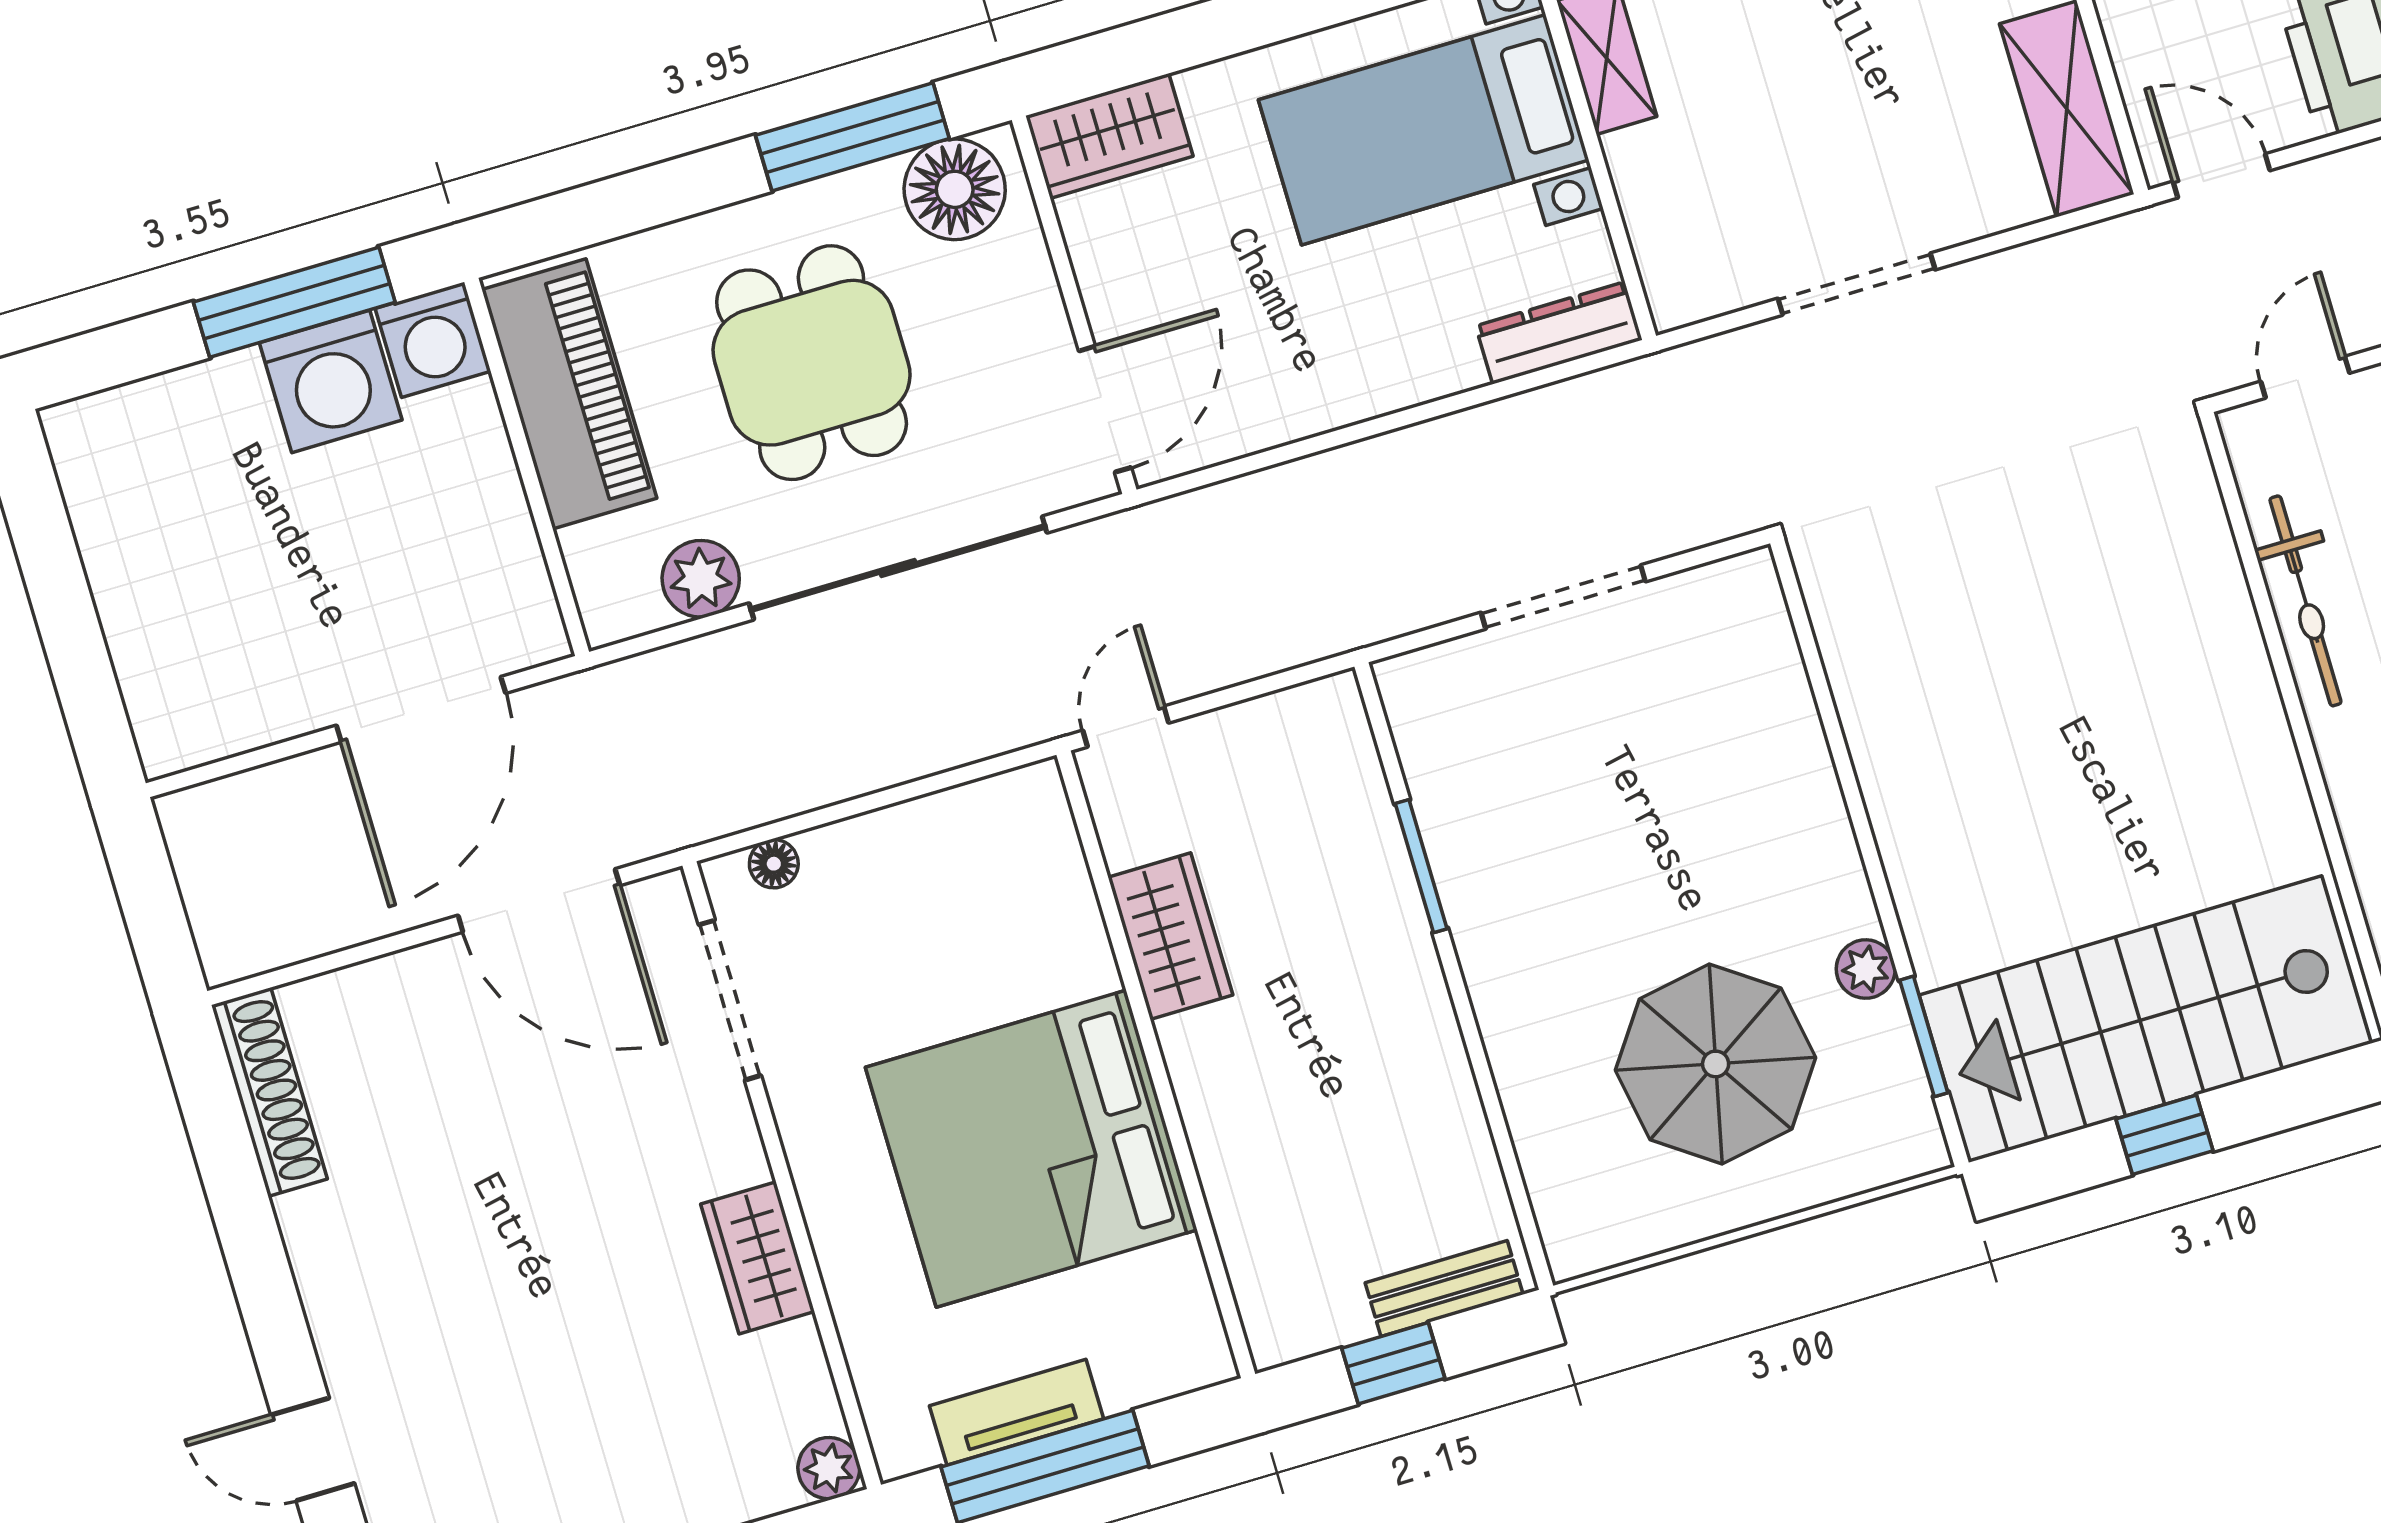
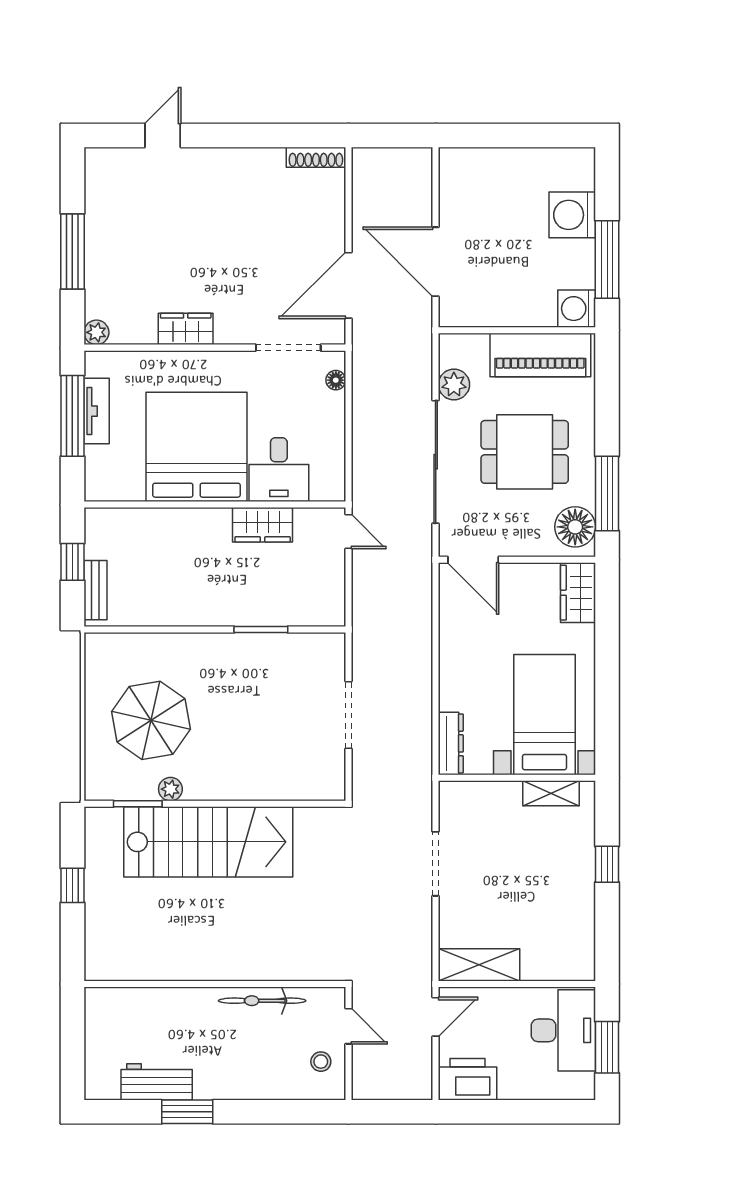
washing machine: (331, 381) -> (572, 215), moved
desk: (1027, 936) -> (279, 470), added
stairs: (2145, 1019) -> (208, 842), moved, turned 90
shoe rack: (269, 1092) -> (316, 157), width x0.74, depth x0.81

